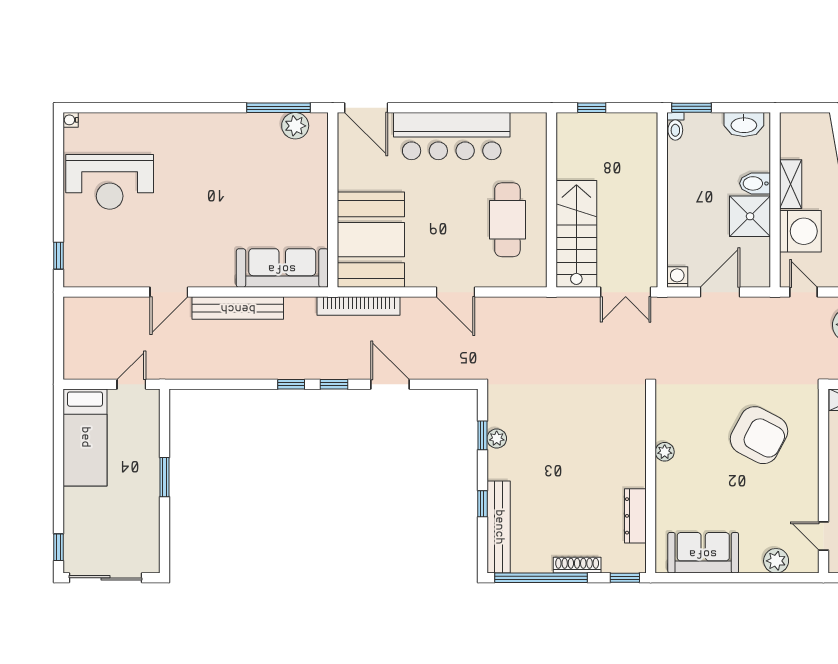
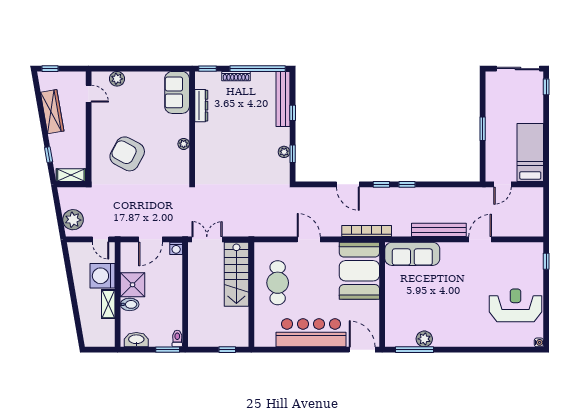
plant: (295, 126) -> (424, 339), moved
sofa: (703, 553) -> (177, 92), moved, turned 90

